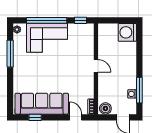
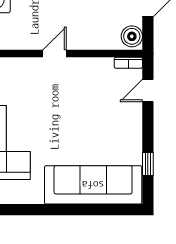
window: (10, 54) -> (32, 210), removed
sofa: (42, 104) -> (93, 185), moved, turned 90

